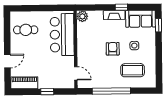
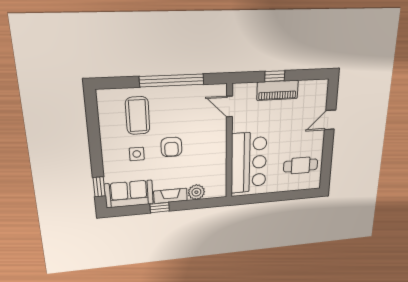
plant: (82, 16) -> (196, 192), moved
coffee table: (133, 70) -> (138, 116), turned 90
piano: (24, 83) -> (277, 90), moved

